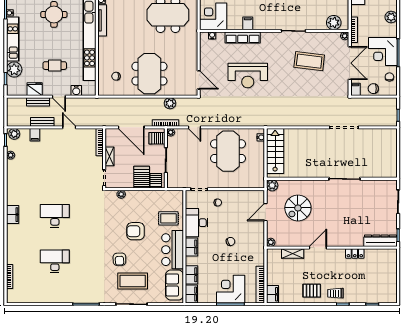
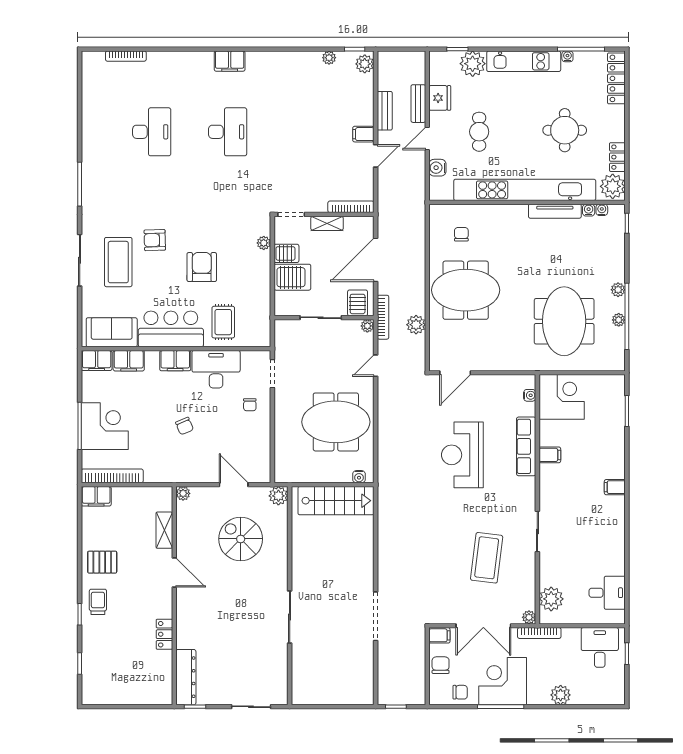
filing cabinet: (35, 135) -> (363, 134), moved
server rack: (156, 181) -> (286, 253), moved
pallet: (312, 291) -> (102, 562), turned 90

